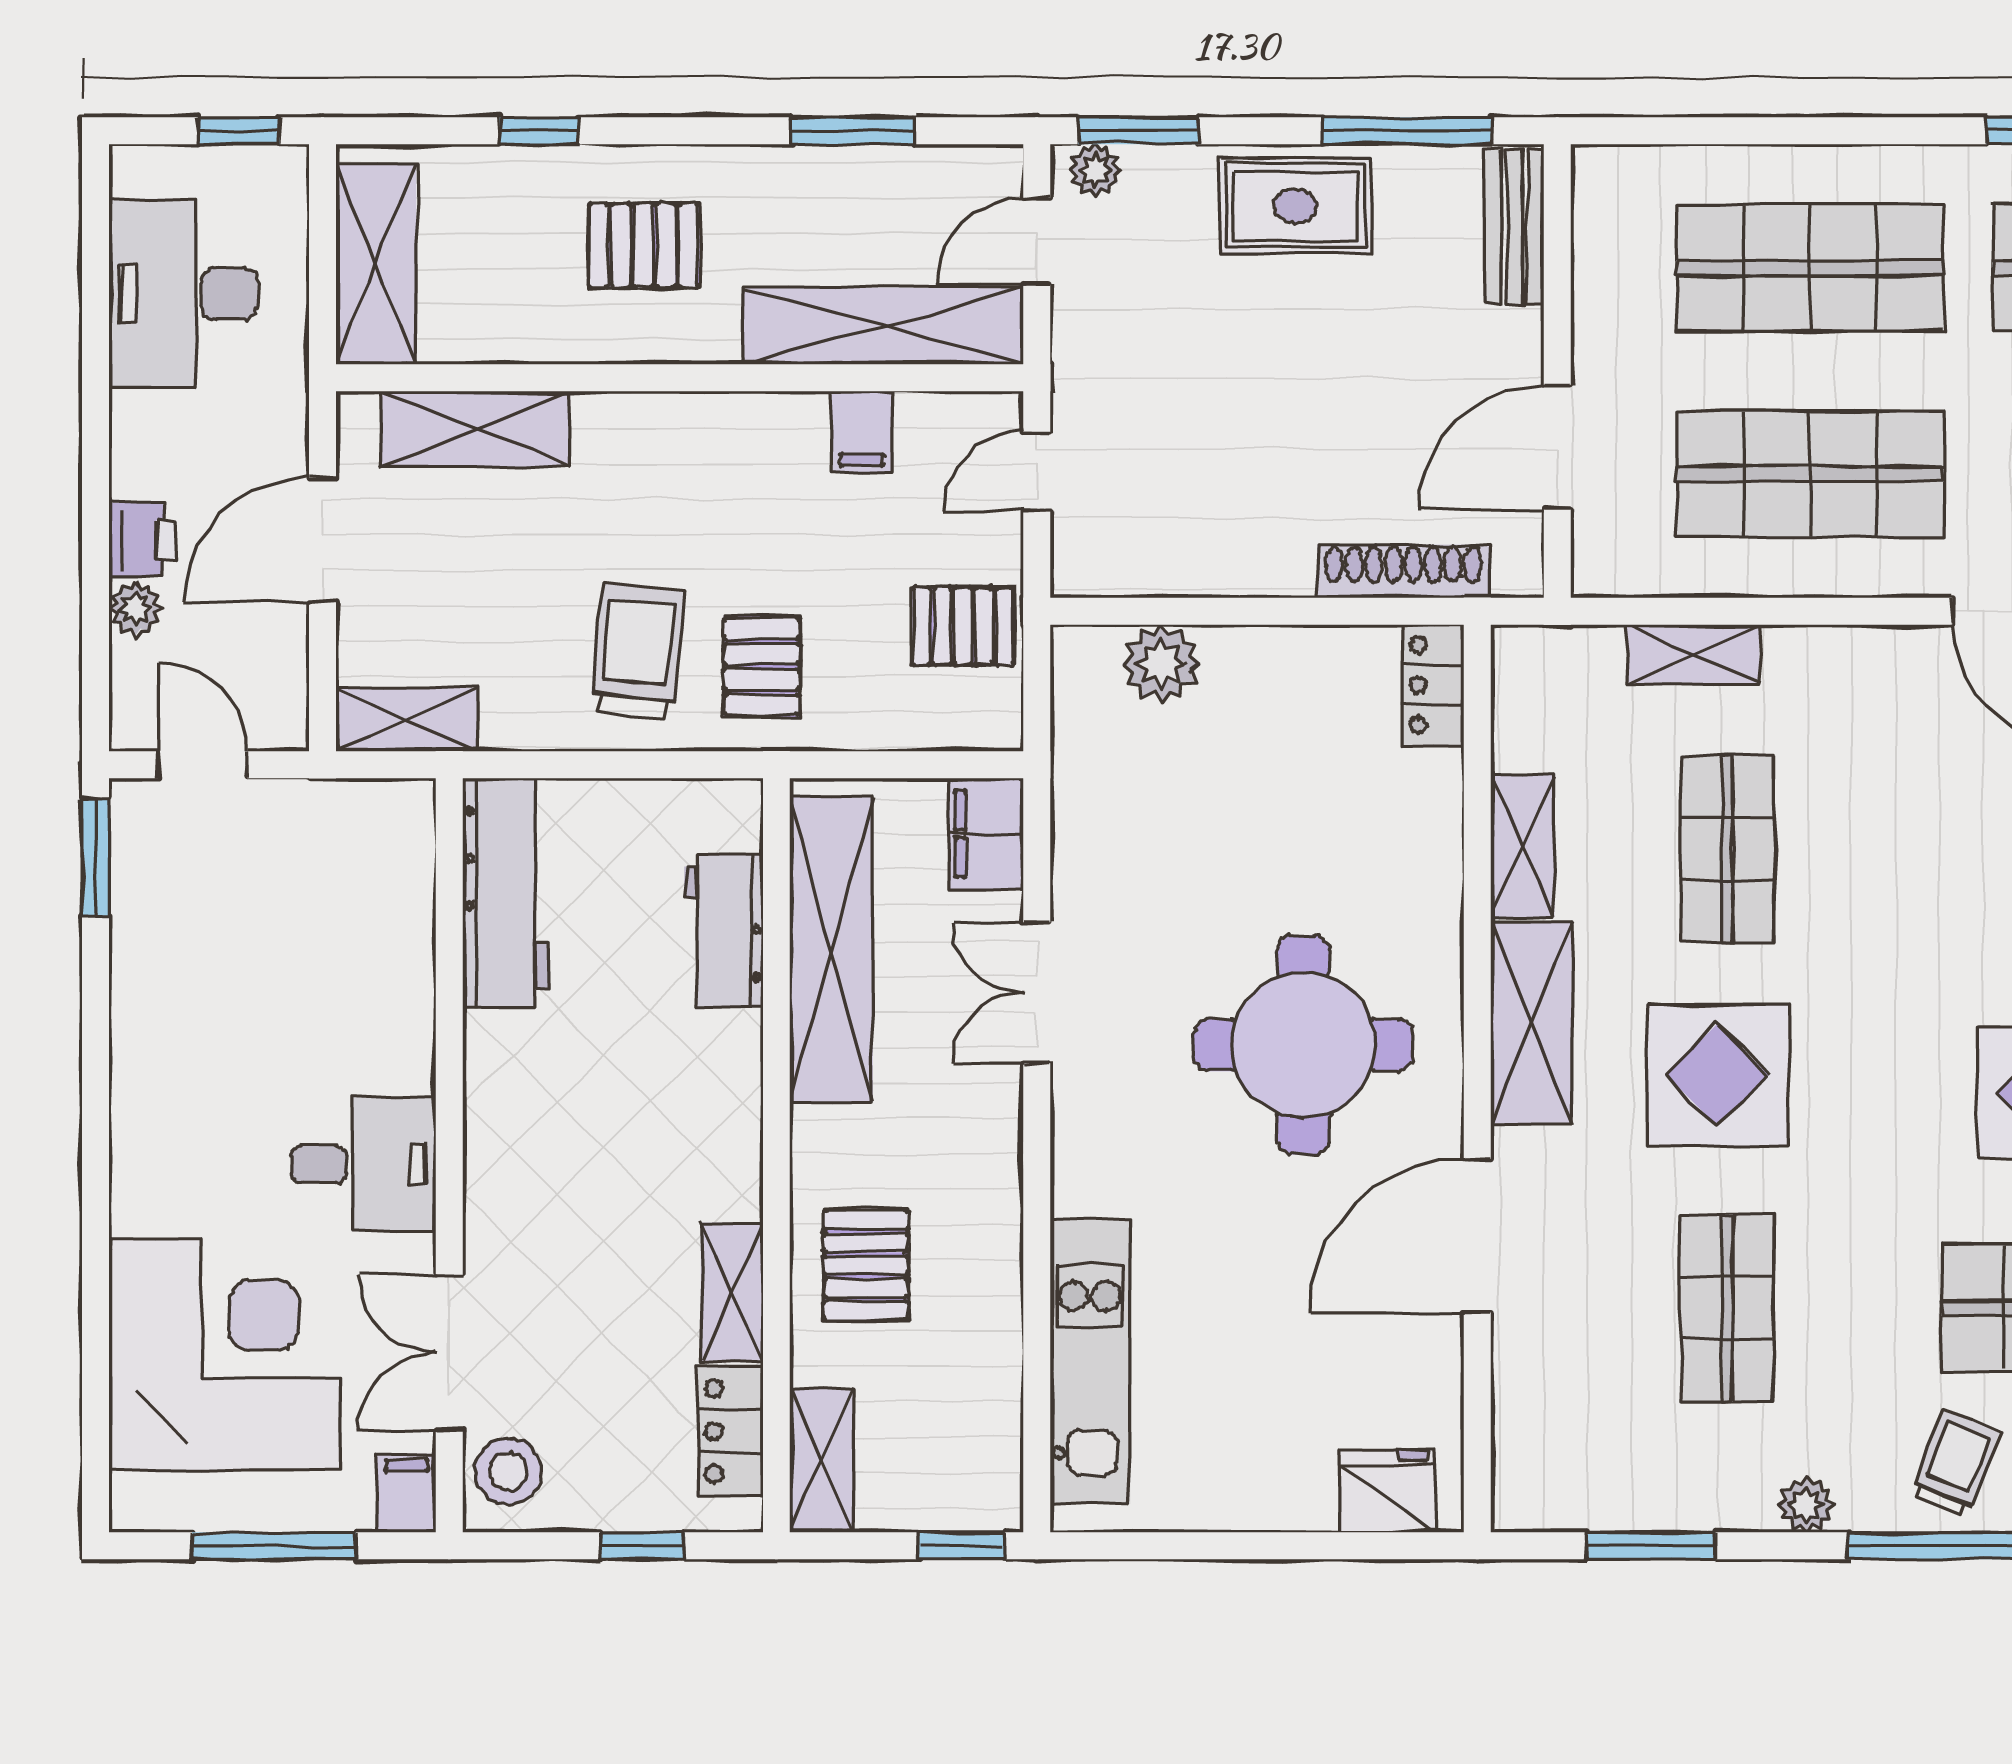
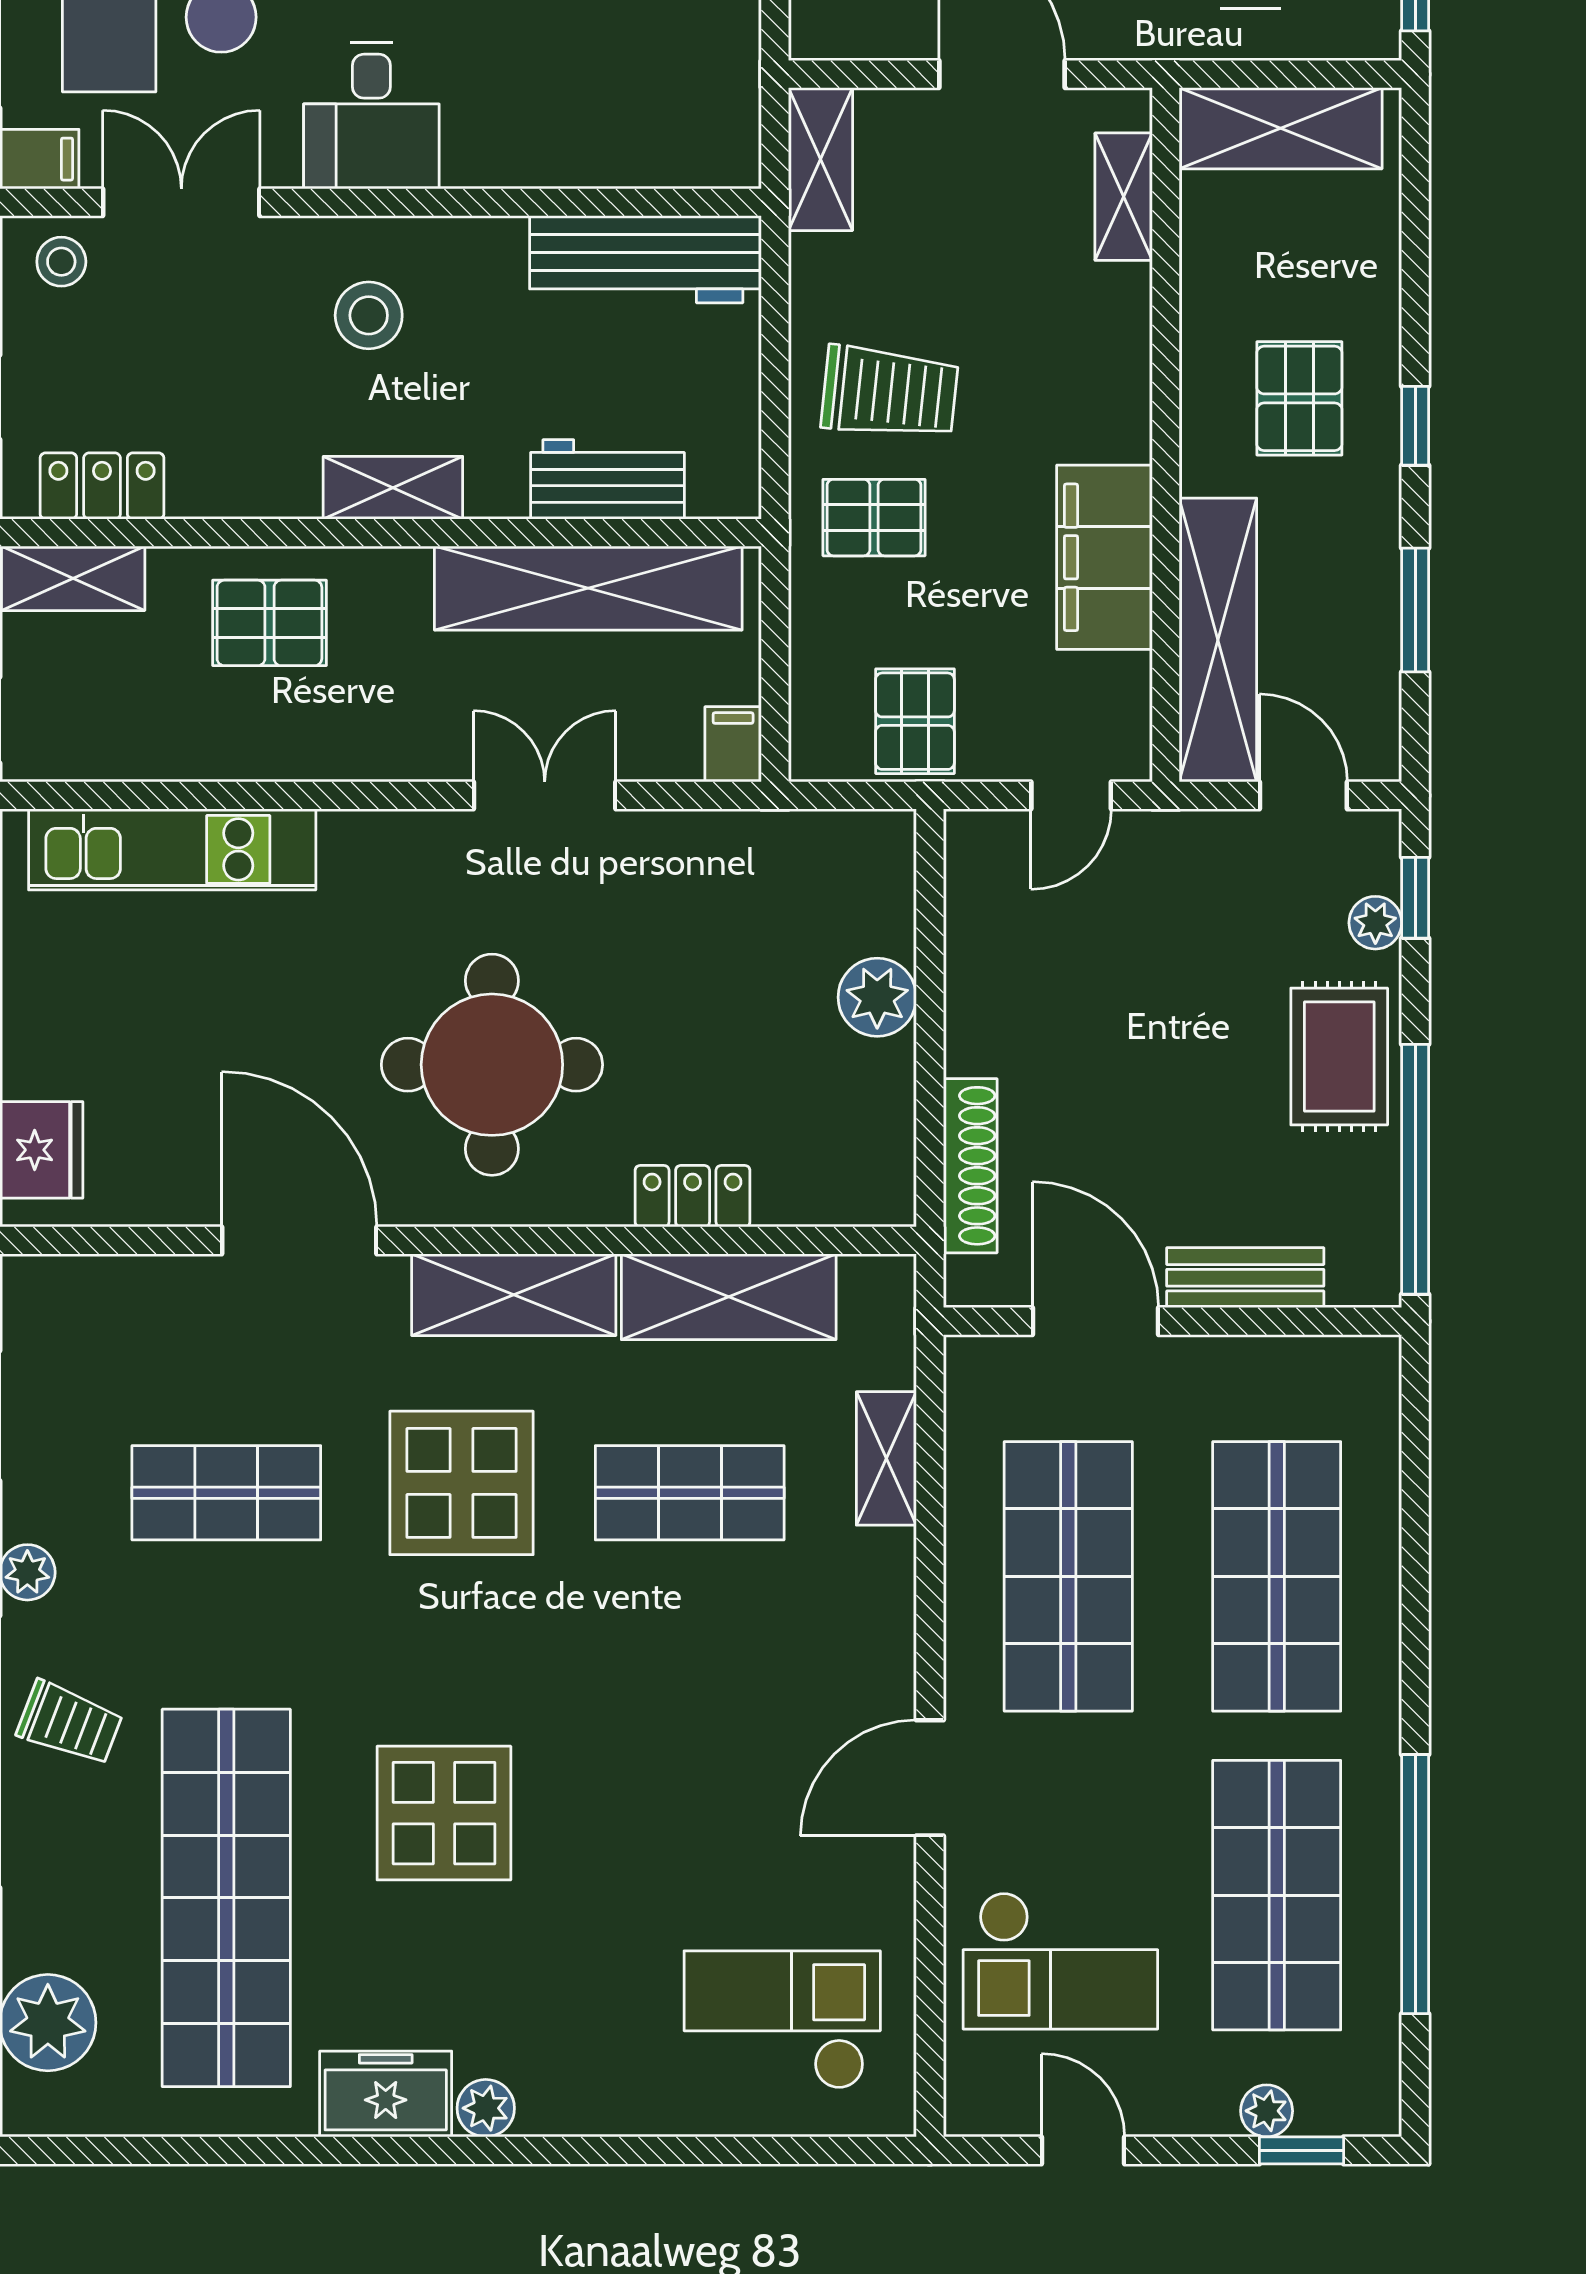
window: (539, 131) -> (1415, 426), moved
window: (1138, 131) -> (1415, 898), width x0.67
window: (1407, 131) -> (1415, 1169), width x1.46
plant: (1095, 170) -> (1375, 923), moved
bench: (1514, 227) -> (1245, 1278), moved
shelving: (475, 429) -> (1124, 197), width x0.67, depth x0.75
filing cabinet: (862, 432) -> (1104, 557), width x3.00, depth x1.17
door: (1037, 471) -> (1071, 795), swing flipped
plant: (1161, 663) -> (877, 997), moved
locker: (1434, 685) -> (693, 1196), moved
filing cabinet: (986, 834) -> (733, 744), width x0.50
shelving: (1522, 846) -> (729, 1297), width x1.50, depth x1.33
stool: (561, 1167) -> (369, 315), added
shelving: (732, 1292) -> (393, 488), moved
stool: (508, 1471) -> (61, 262), width x0.73, depth x0.73

